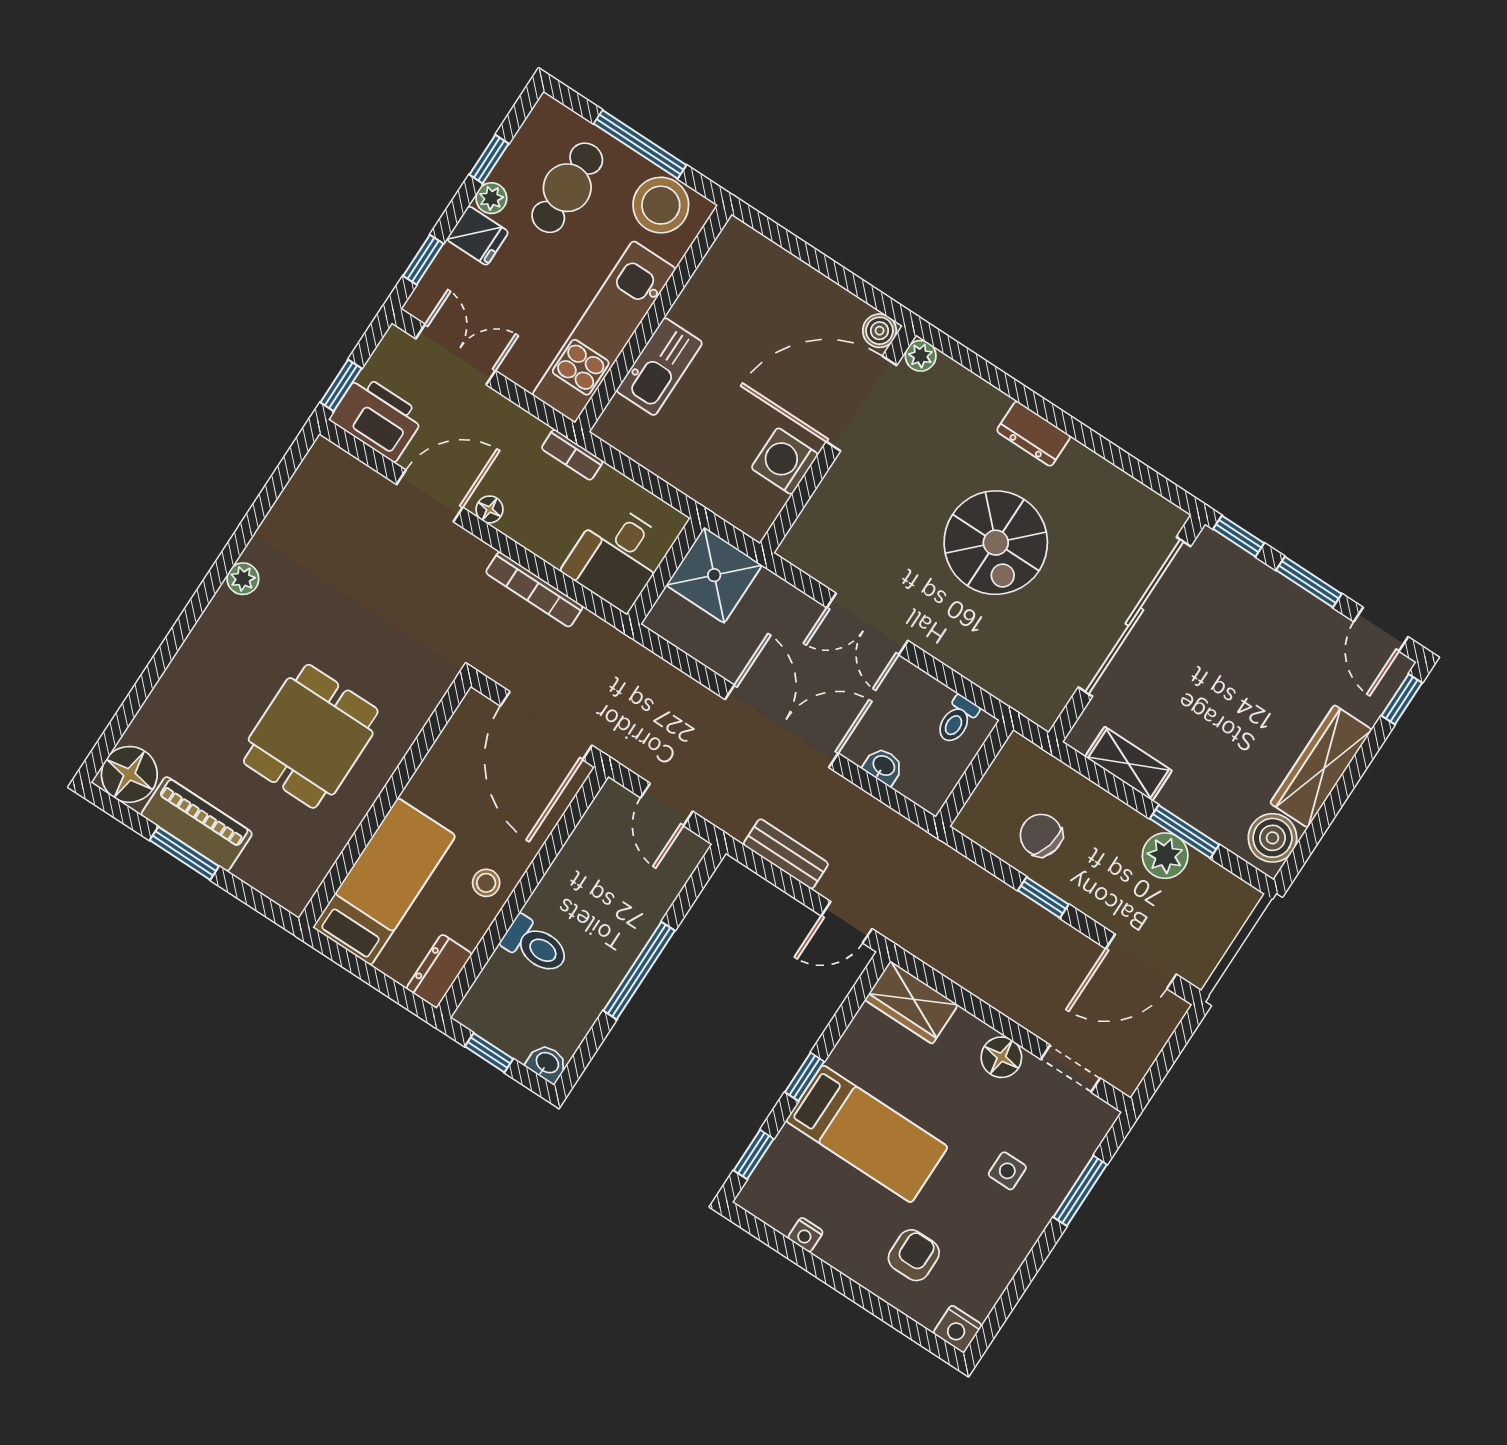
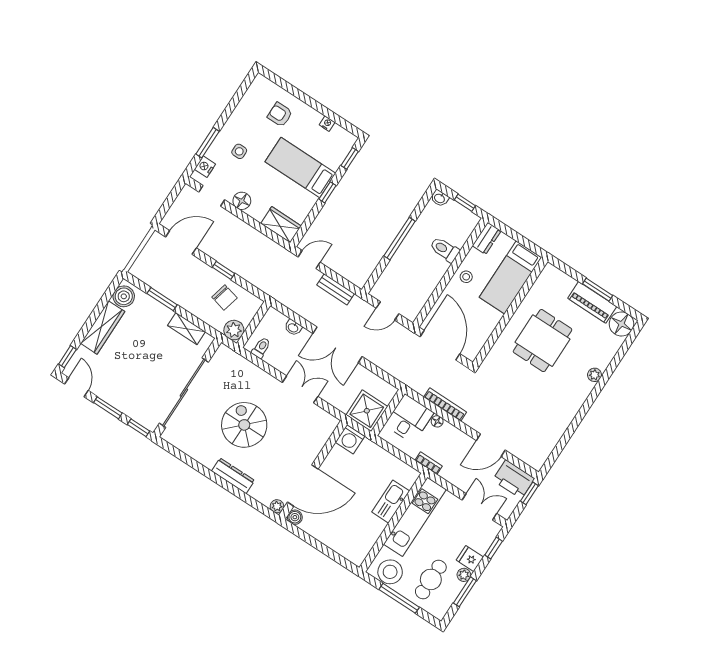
window: (489, 159) -> (465, 592), width x1.50
double door: (456, 355) -> (479, 507), swing flipped
dresser: (1034, 434) -> (233, 476), width x1.44
washing machine: (785, 461) -> (350, 439), moved, turned 90
floor lamp: (489, 509) -> (437, 421), moved
plant: (243, 579) -> (595, 375), moved
door: (667, 804) -> (388, 311), swing flipped
plant: (1165, 856) -> (234, 330), moved
armchair: (914, 1255) -> (280, 115), turned 90
nightstand: (958, 1329) -> (205, 167), moved, turned -90

